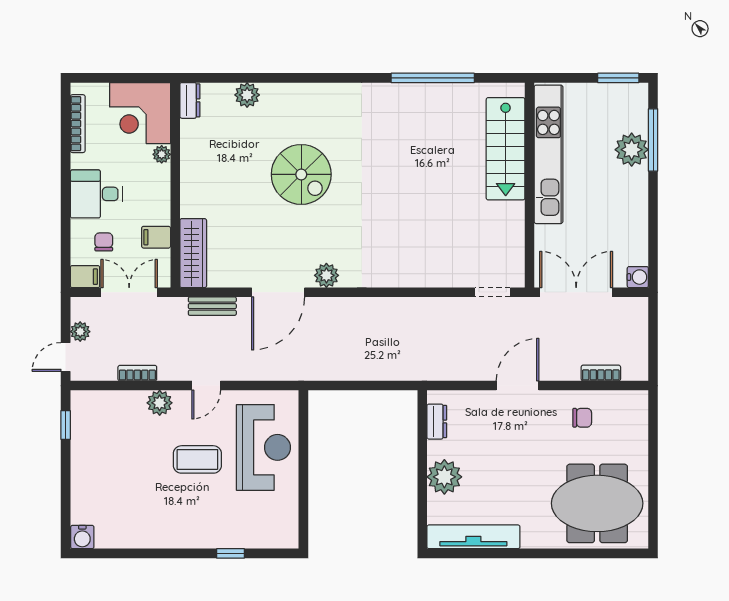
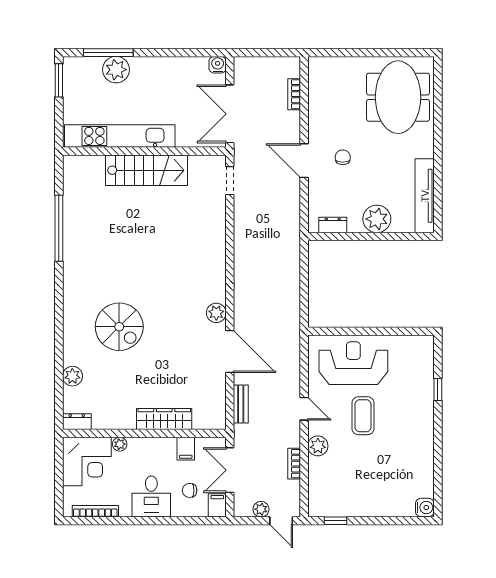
stairs: (506, 149) -> (146, 170), moved
spiral stairs: (301, 174) -> (119, 327), moved, turned 90
wardrobe: (193, 253) -> (164, 419), moved
chair: (582, 418) -> (343, 157), moved

